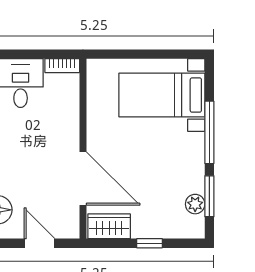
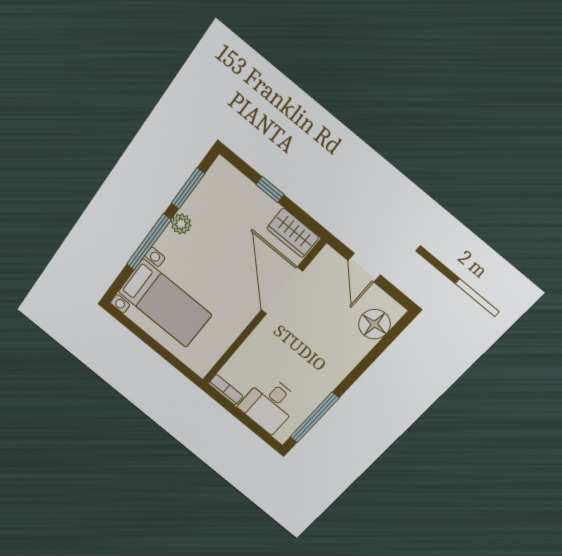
plant: (195, 204) -> (181, 224), moved

